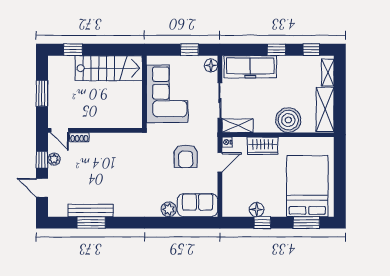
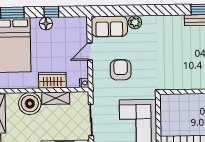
shelving: (238, 126) -> (56, 98), moved
door: (220, 162) -> (90, 51), moved
floor lamp: (257, 210) -> (46, 24), moved

